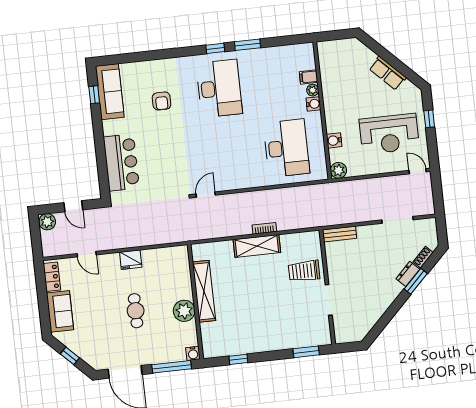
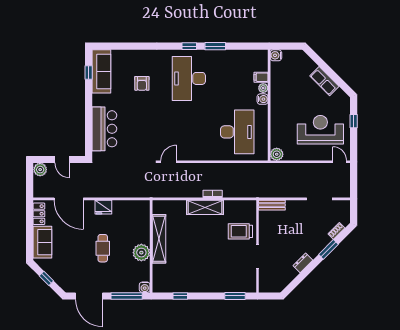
desk: (219, 88) -> (189, 78), turned 180
reception desk: (389, 134) -> (320, 130), turned 180
water cooler: (334, 140) -> (276, 55), moved
door: (87, 254) -> (69, 199), width x1.88
dresser: (408, 274) -> (303, 263), moved

